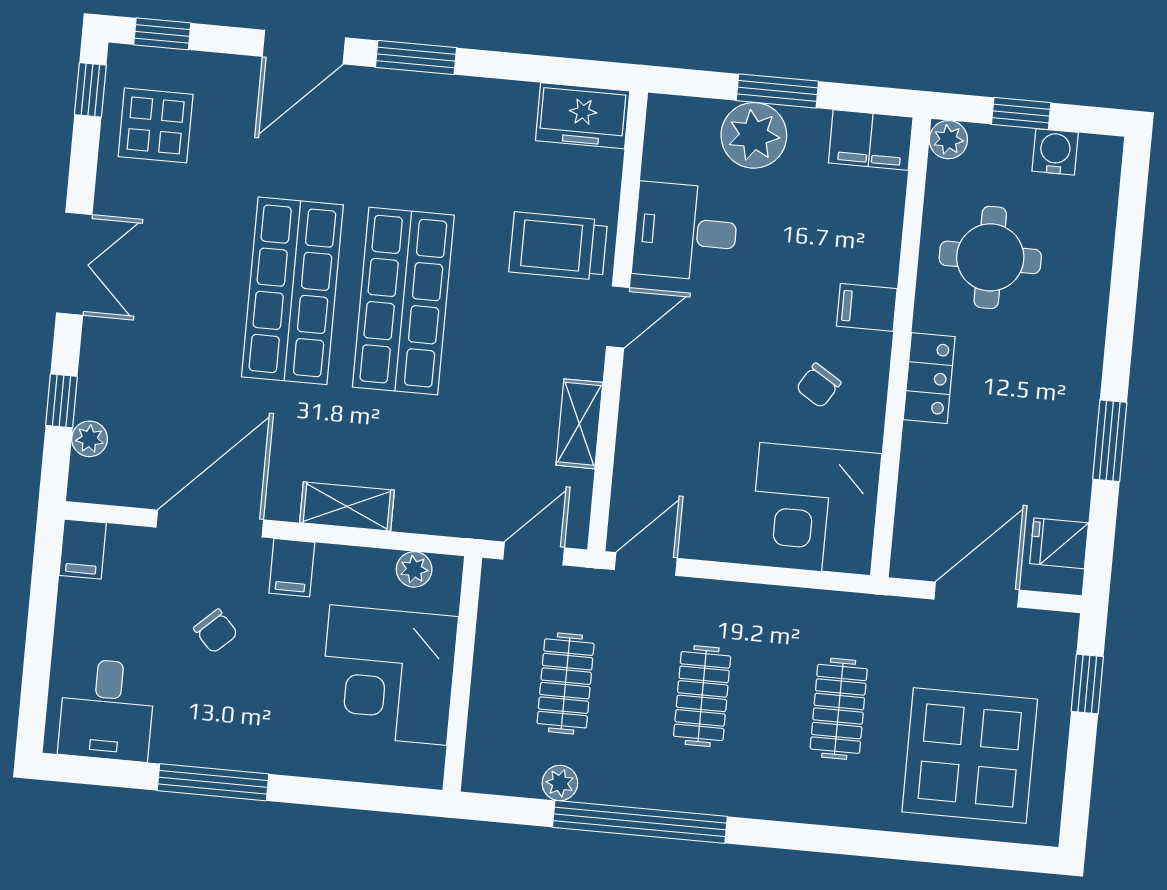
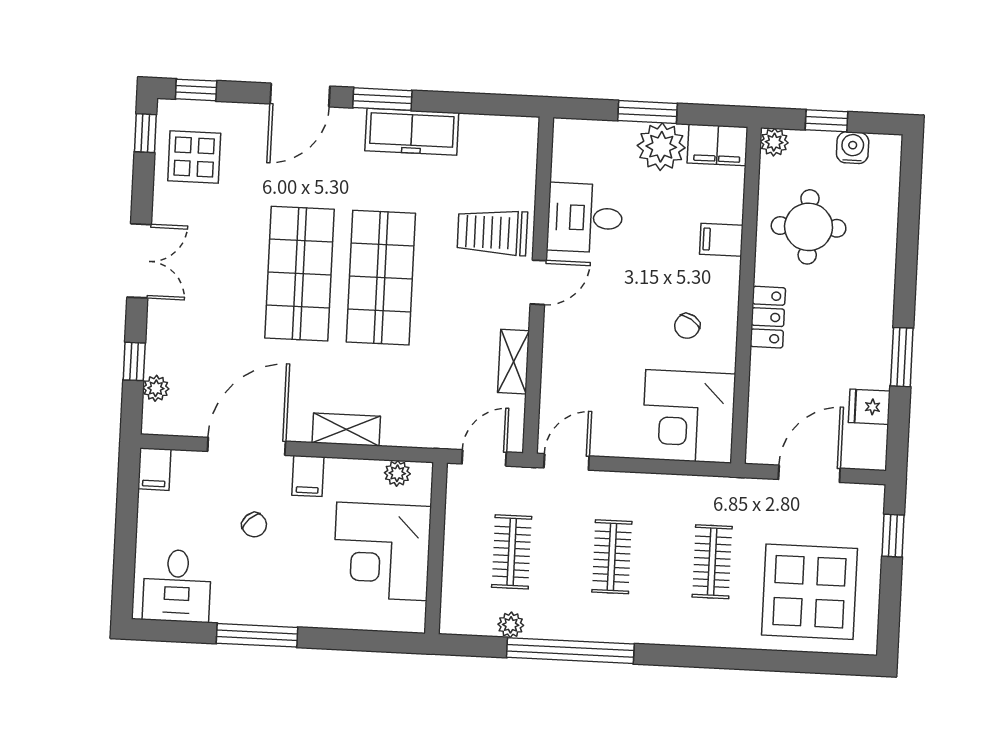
freezer: (583, 116) -> (412, 132), moved, width x1.40
plant: (754, 135) -> (661, 147), moved
filing cabinet: (867, 307) -> (721, 240), moved
fridge: (1059, 543) -> (869, 407), moved

